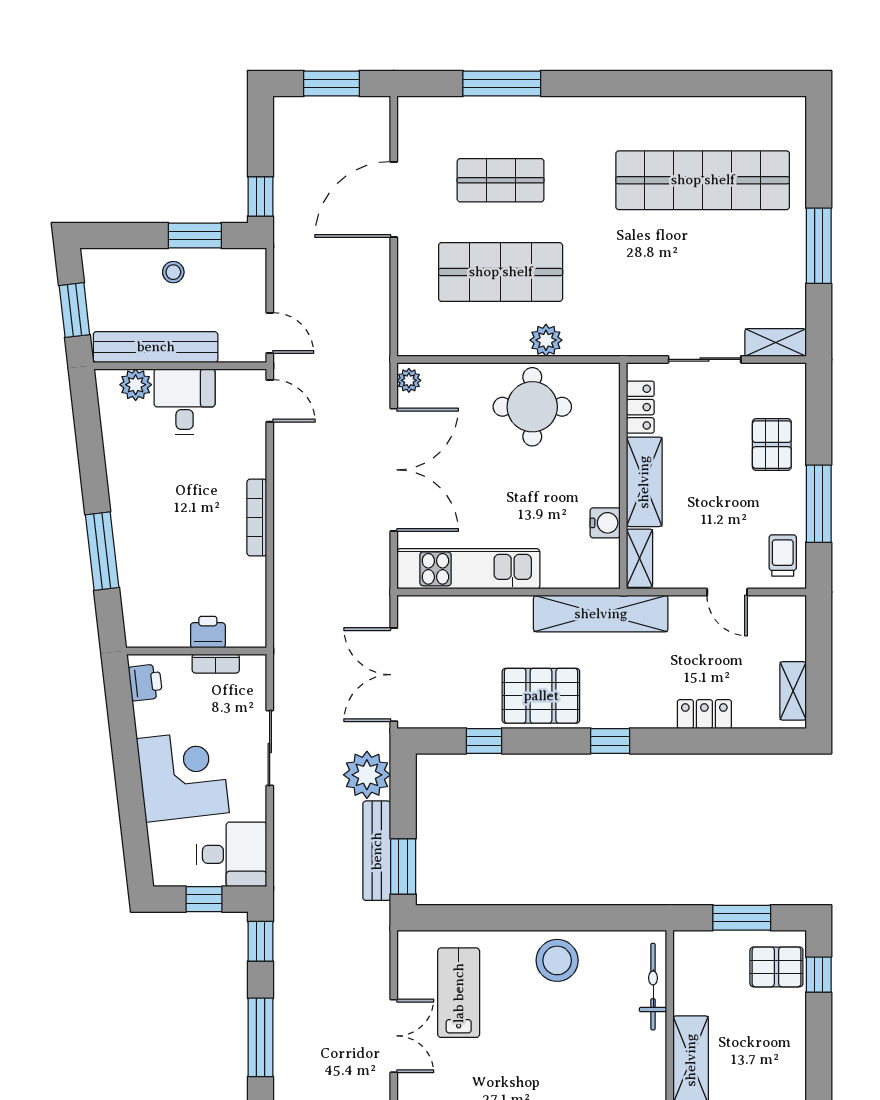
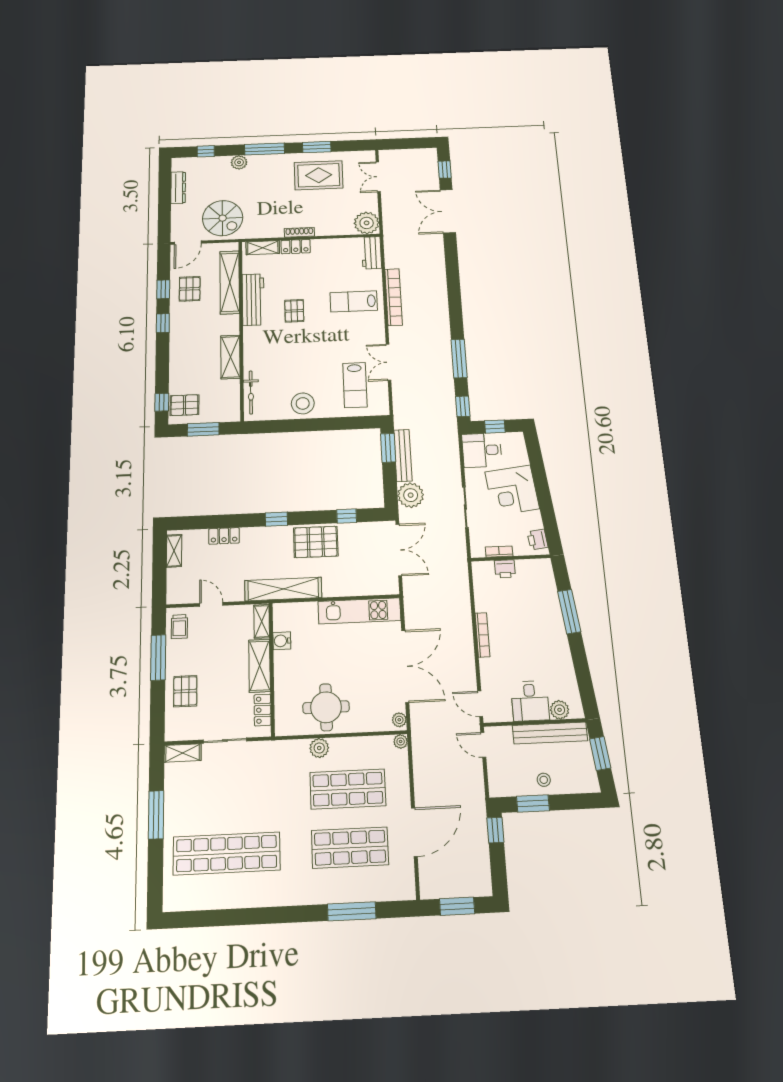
shop shelf: (501, 180) -> (350, 848), width x1.43, depth x1.36
plant: (409, 345) -> (401, 741), added
double door: (394, 470) -> (405, 666), swing flipped

